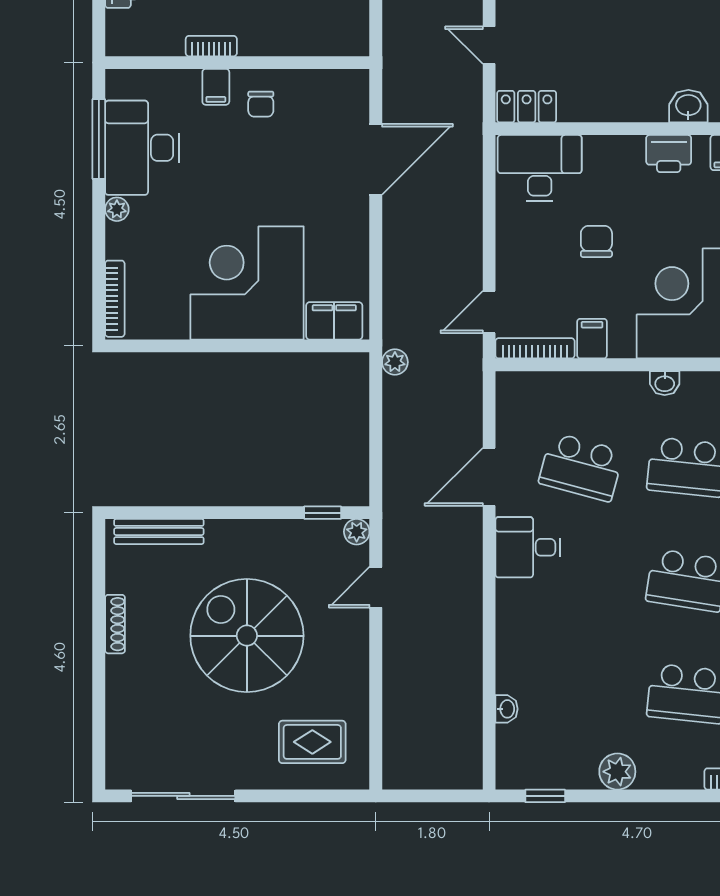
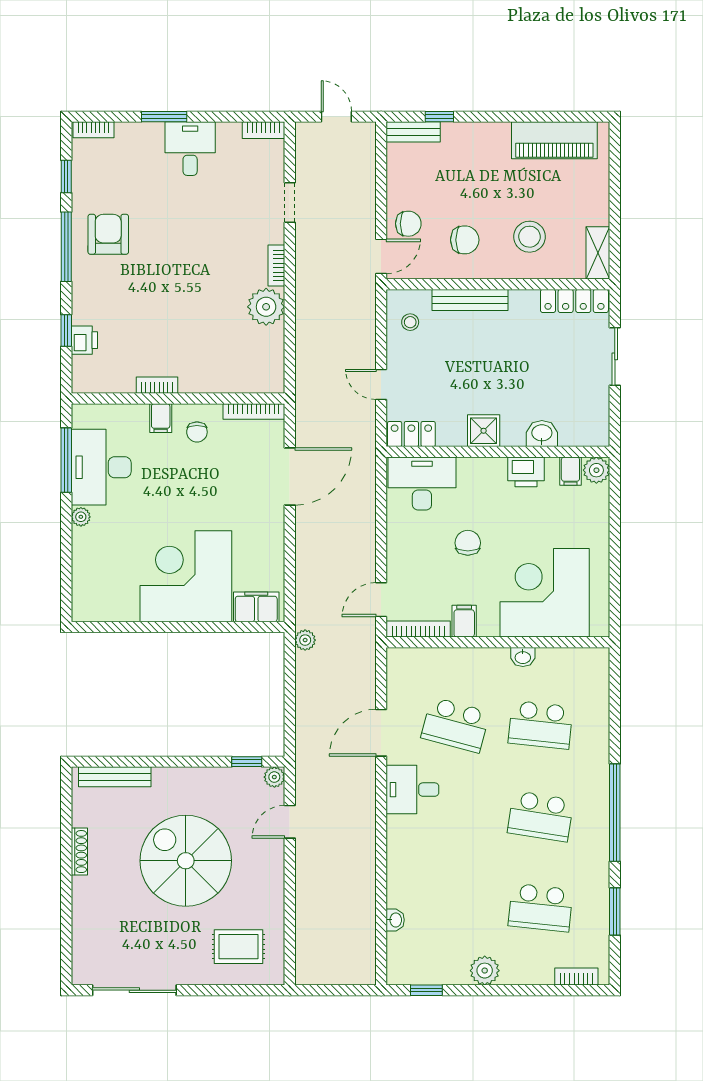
shower: (616, 103) -> (484, 431), added
bookcase: (115, 299) -> (254, 411), moved, turned 90

